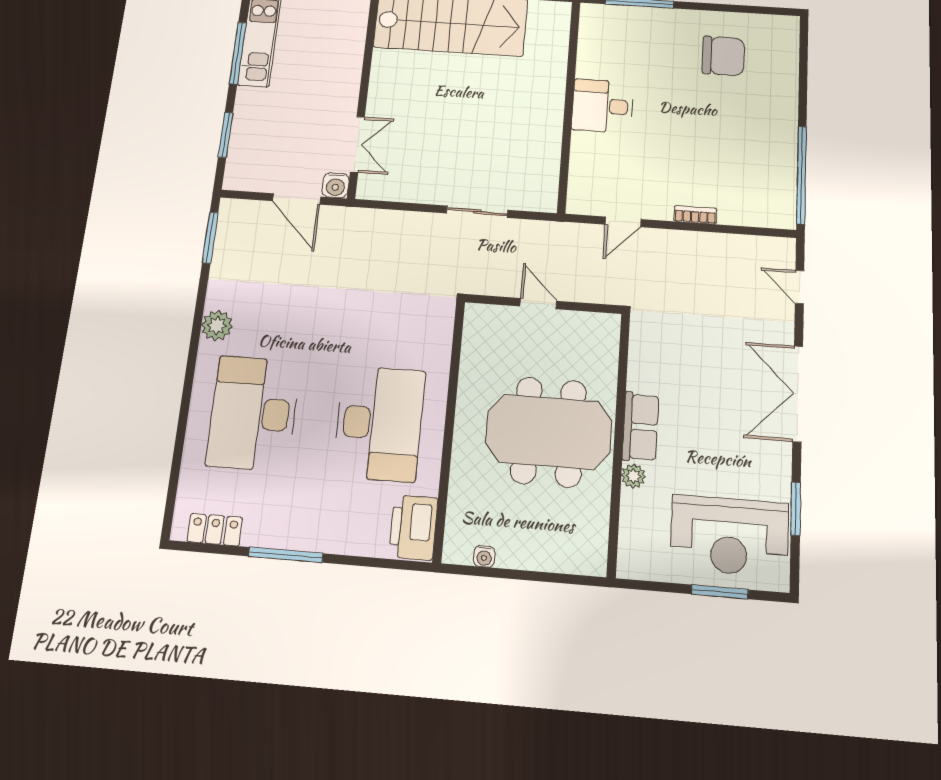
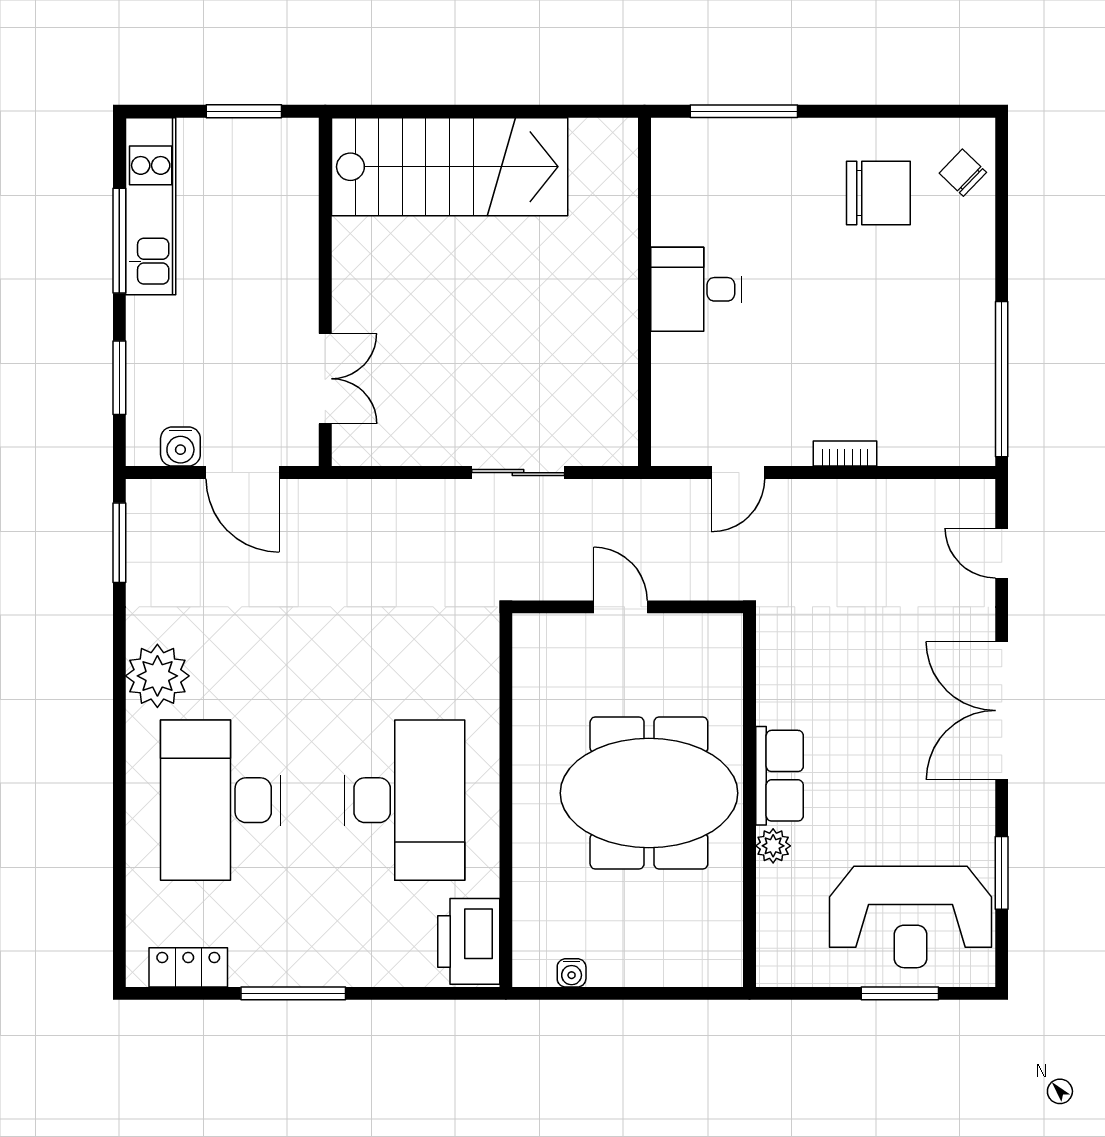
chair: (778, 47) -> (963, 173), added
water cooler: (336, 185) -> (180, 446), moved
plant: (217, 326) -> (157, 676), width x1.36, depth x1.36

